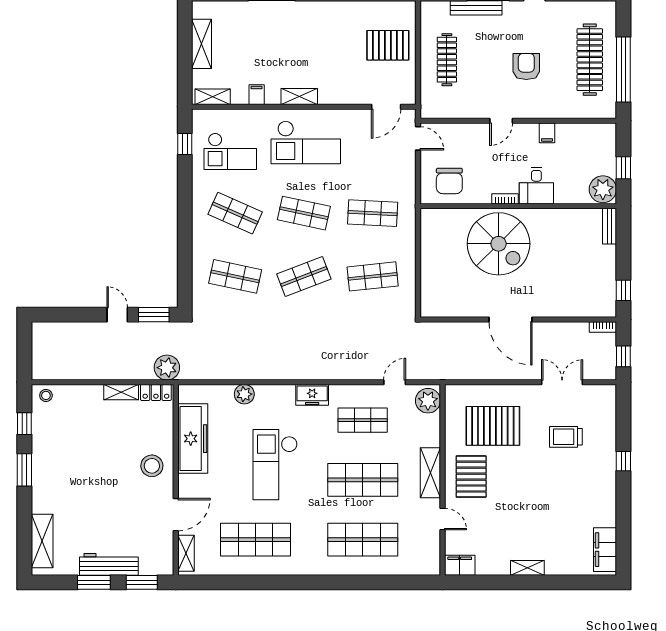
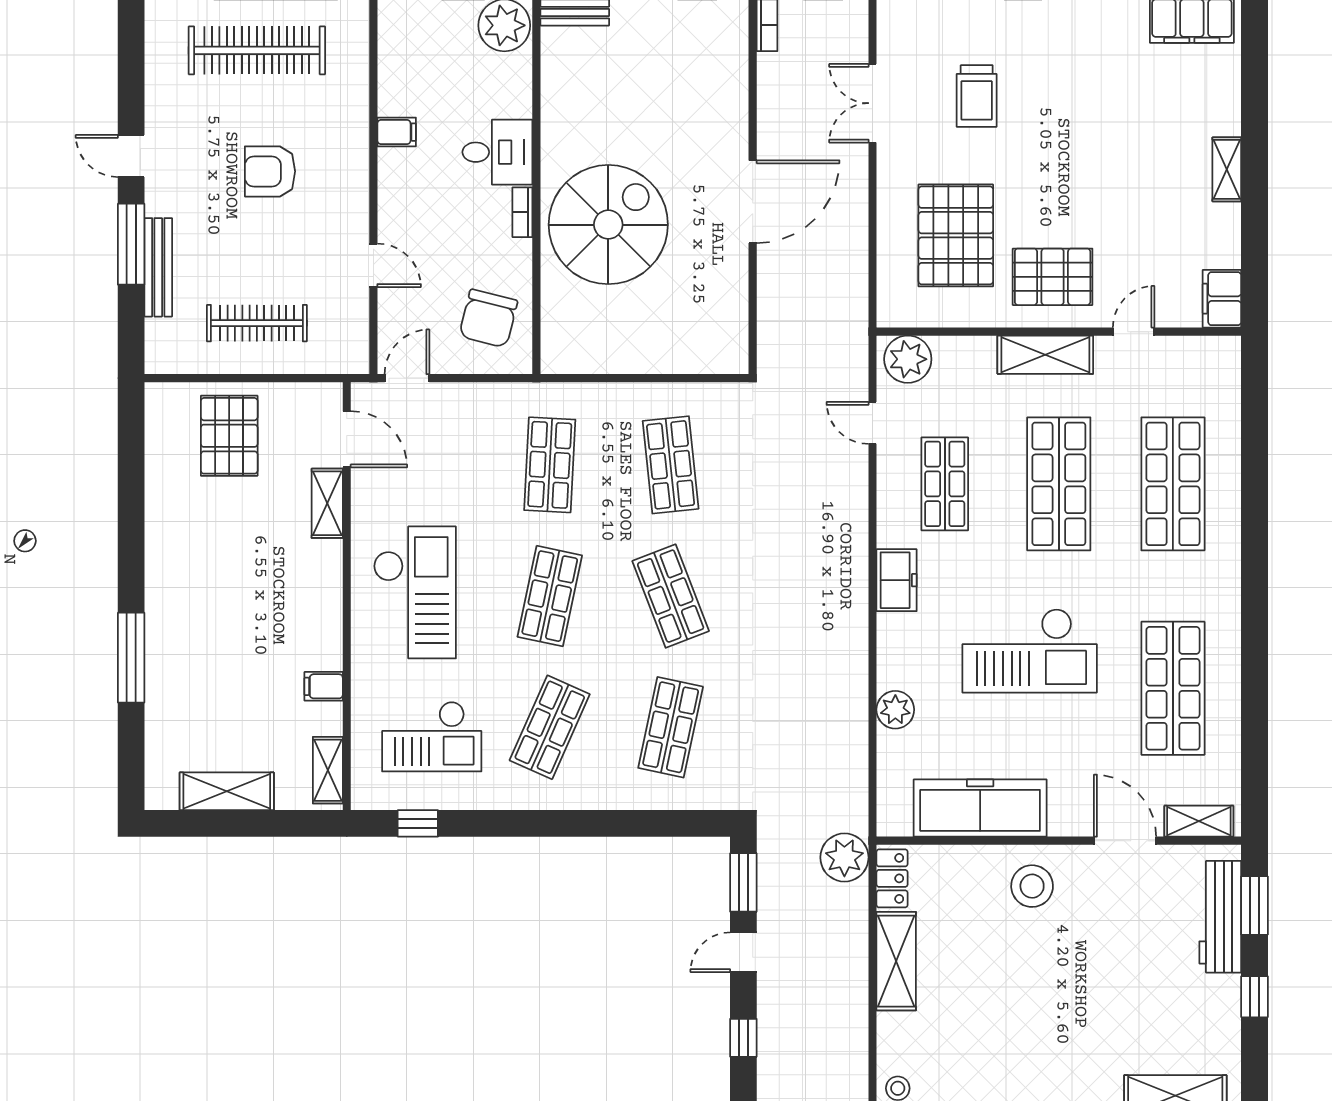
shelving: (299, 96) -> (327, 503), moved
door: (501, 121) -> (373, 265), moved
checkout: (230, 151) -> (432, 737), turned 90
chair: (449, 181) -> (488, 318), turned 104
window: (72, 315) -> (743, 1038), added
shelving: (121, 392) -> (896, 961), width x1.50, depth x1.33
workbench: (109, 564) -> (1220, 917), moved
window: (94, 582) -> (1255, 997), width x0.67

